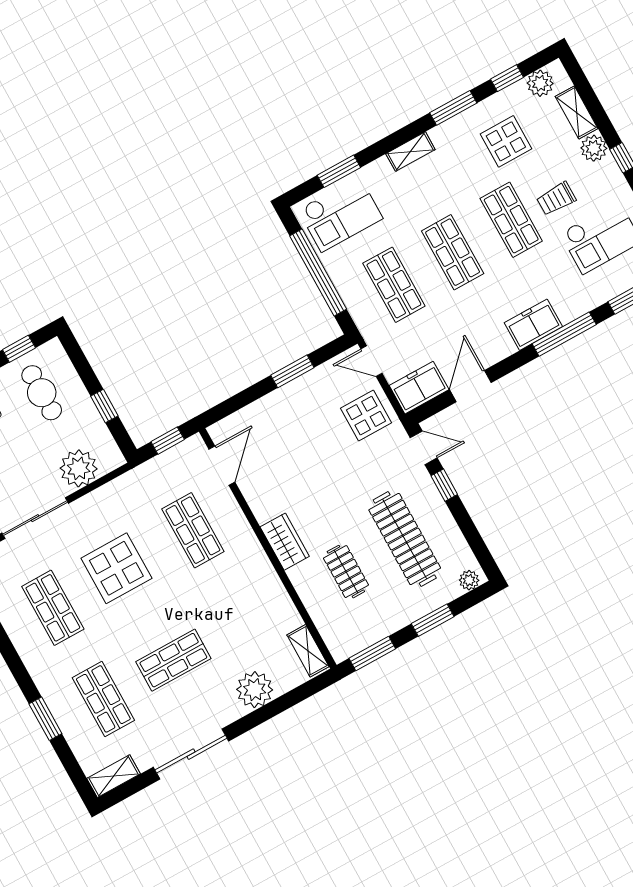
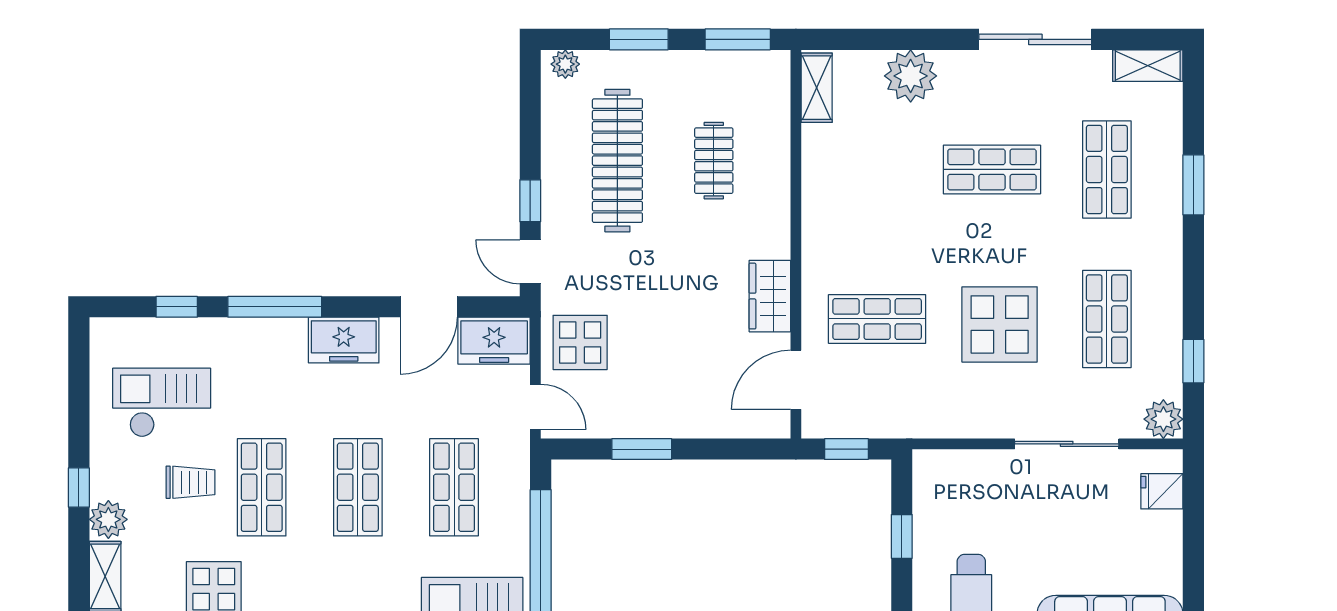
freezer: (533, 325) -> (344, 340), moved
plant: (79, 468) -> (978, 476), removed
shop shelf: (193, 530) -> (877, 319), turned 90
wardrobe: (285, 542) -> (770, 296), moved

